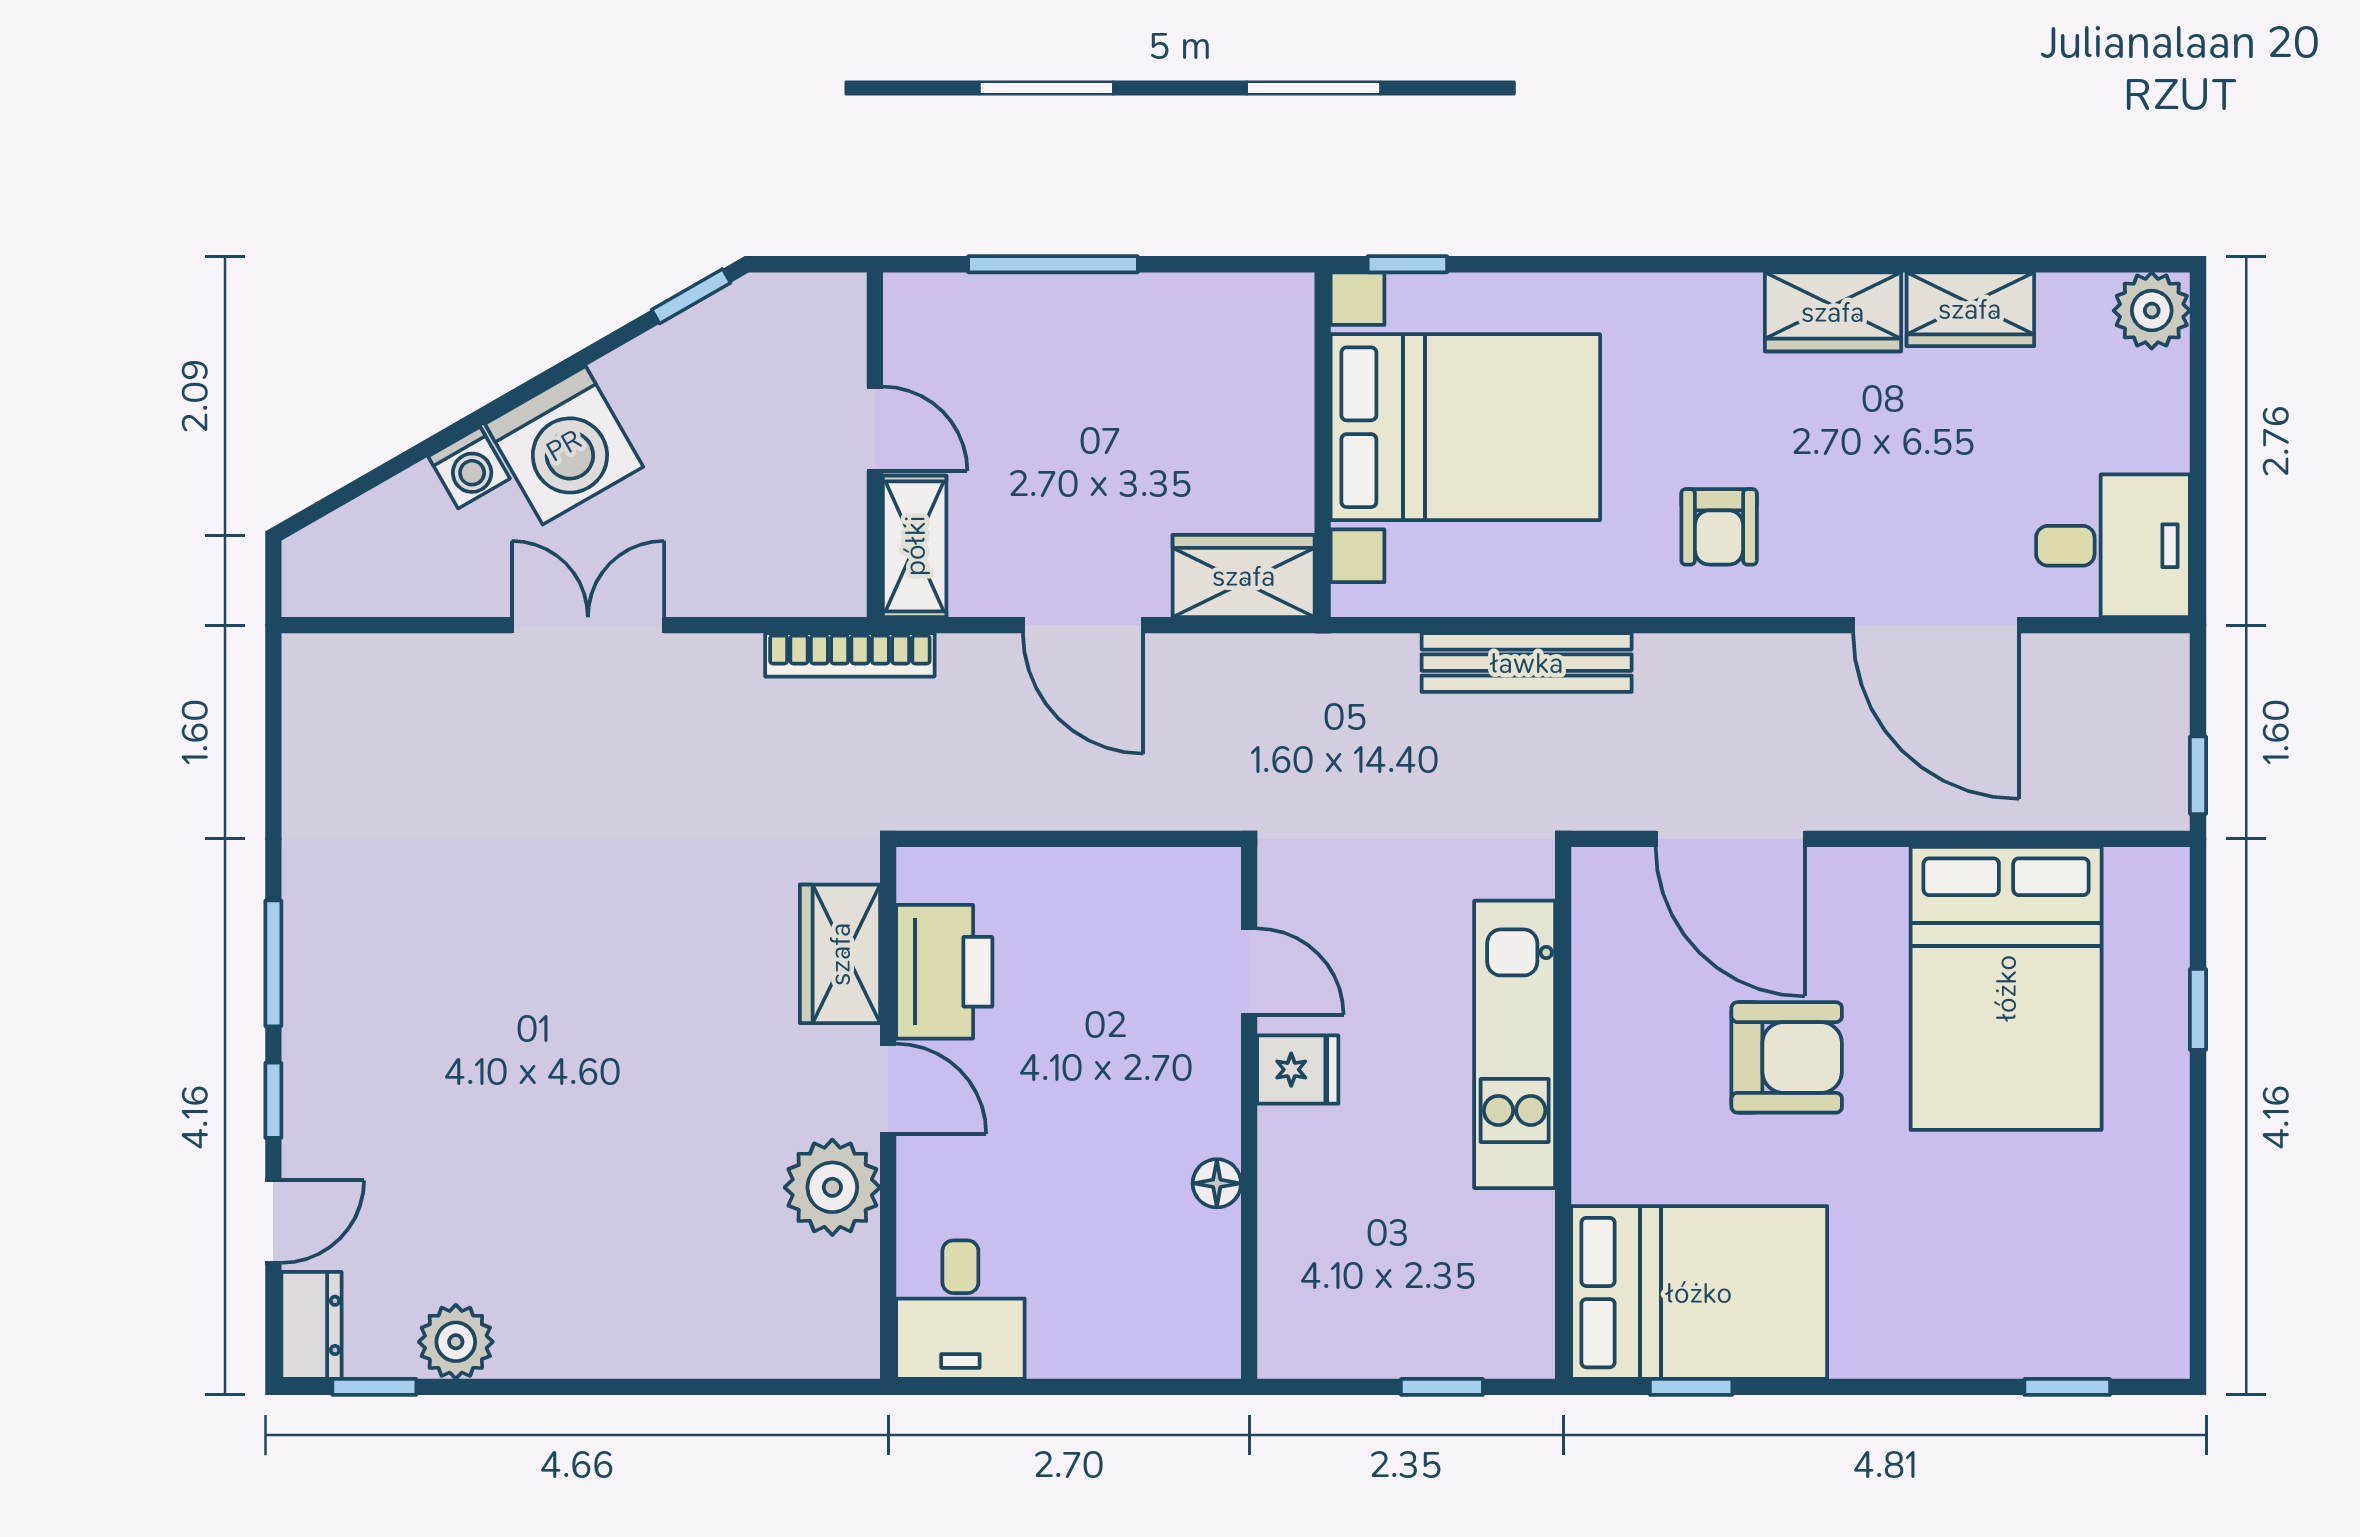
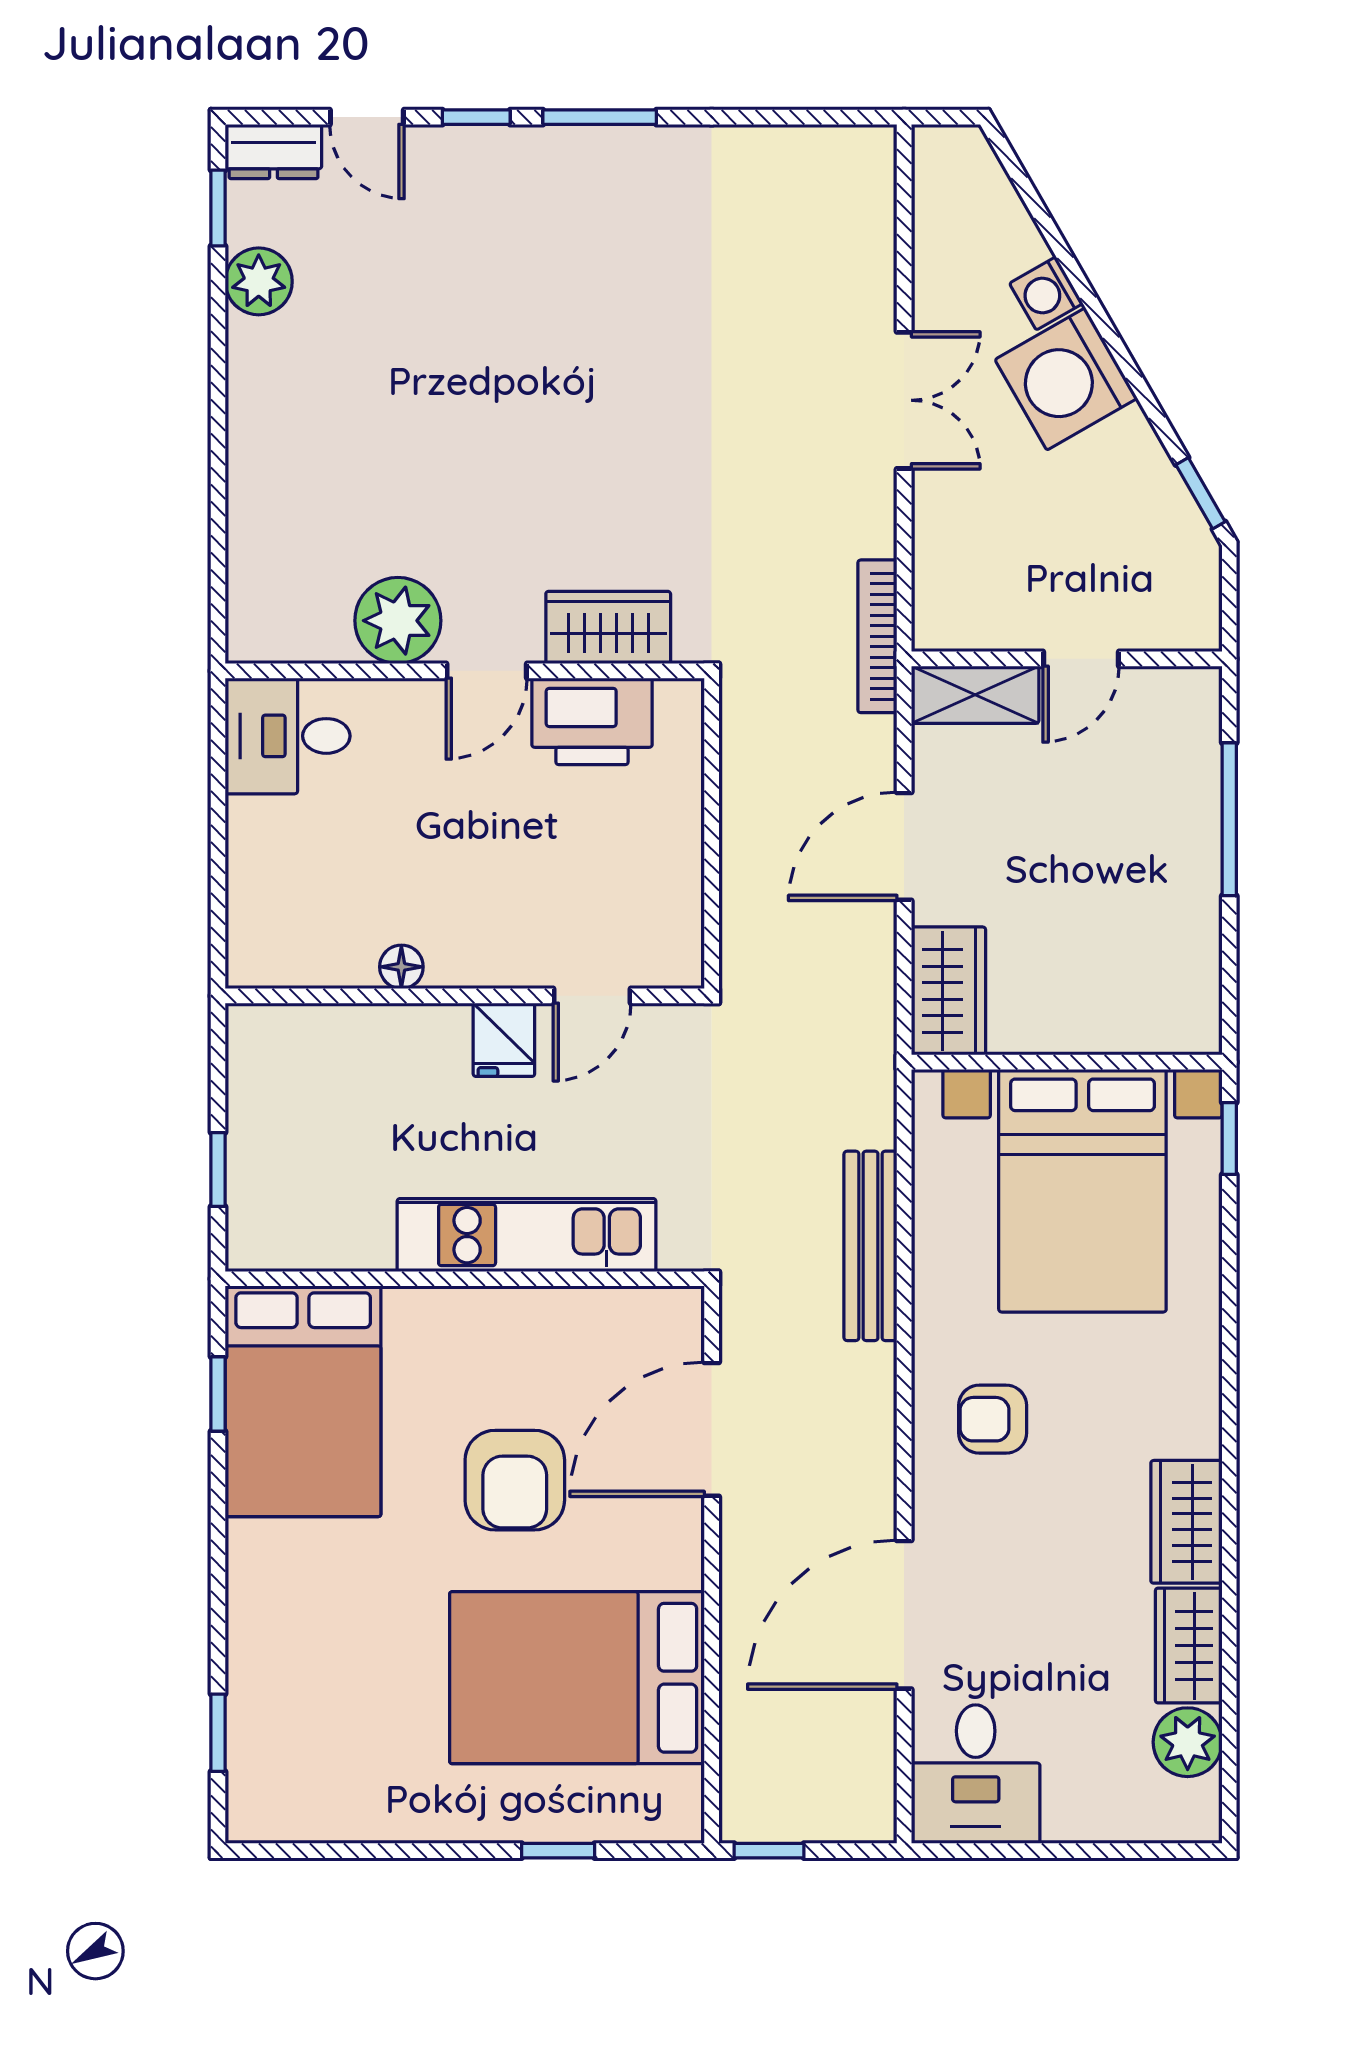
plant: (2152, 311) -> (1188, 1742), moved

